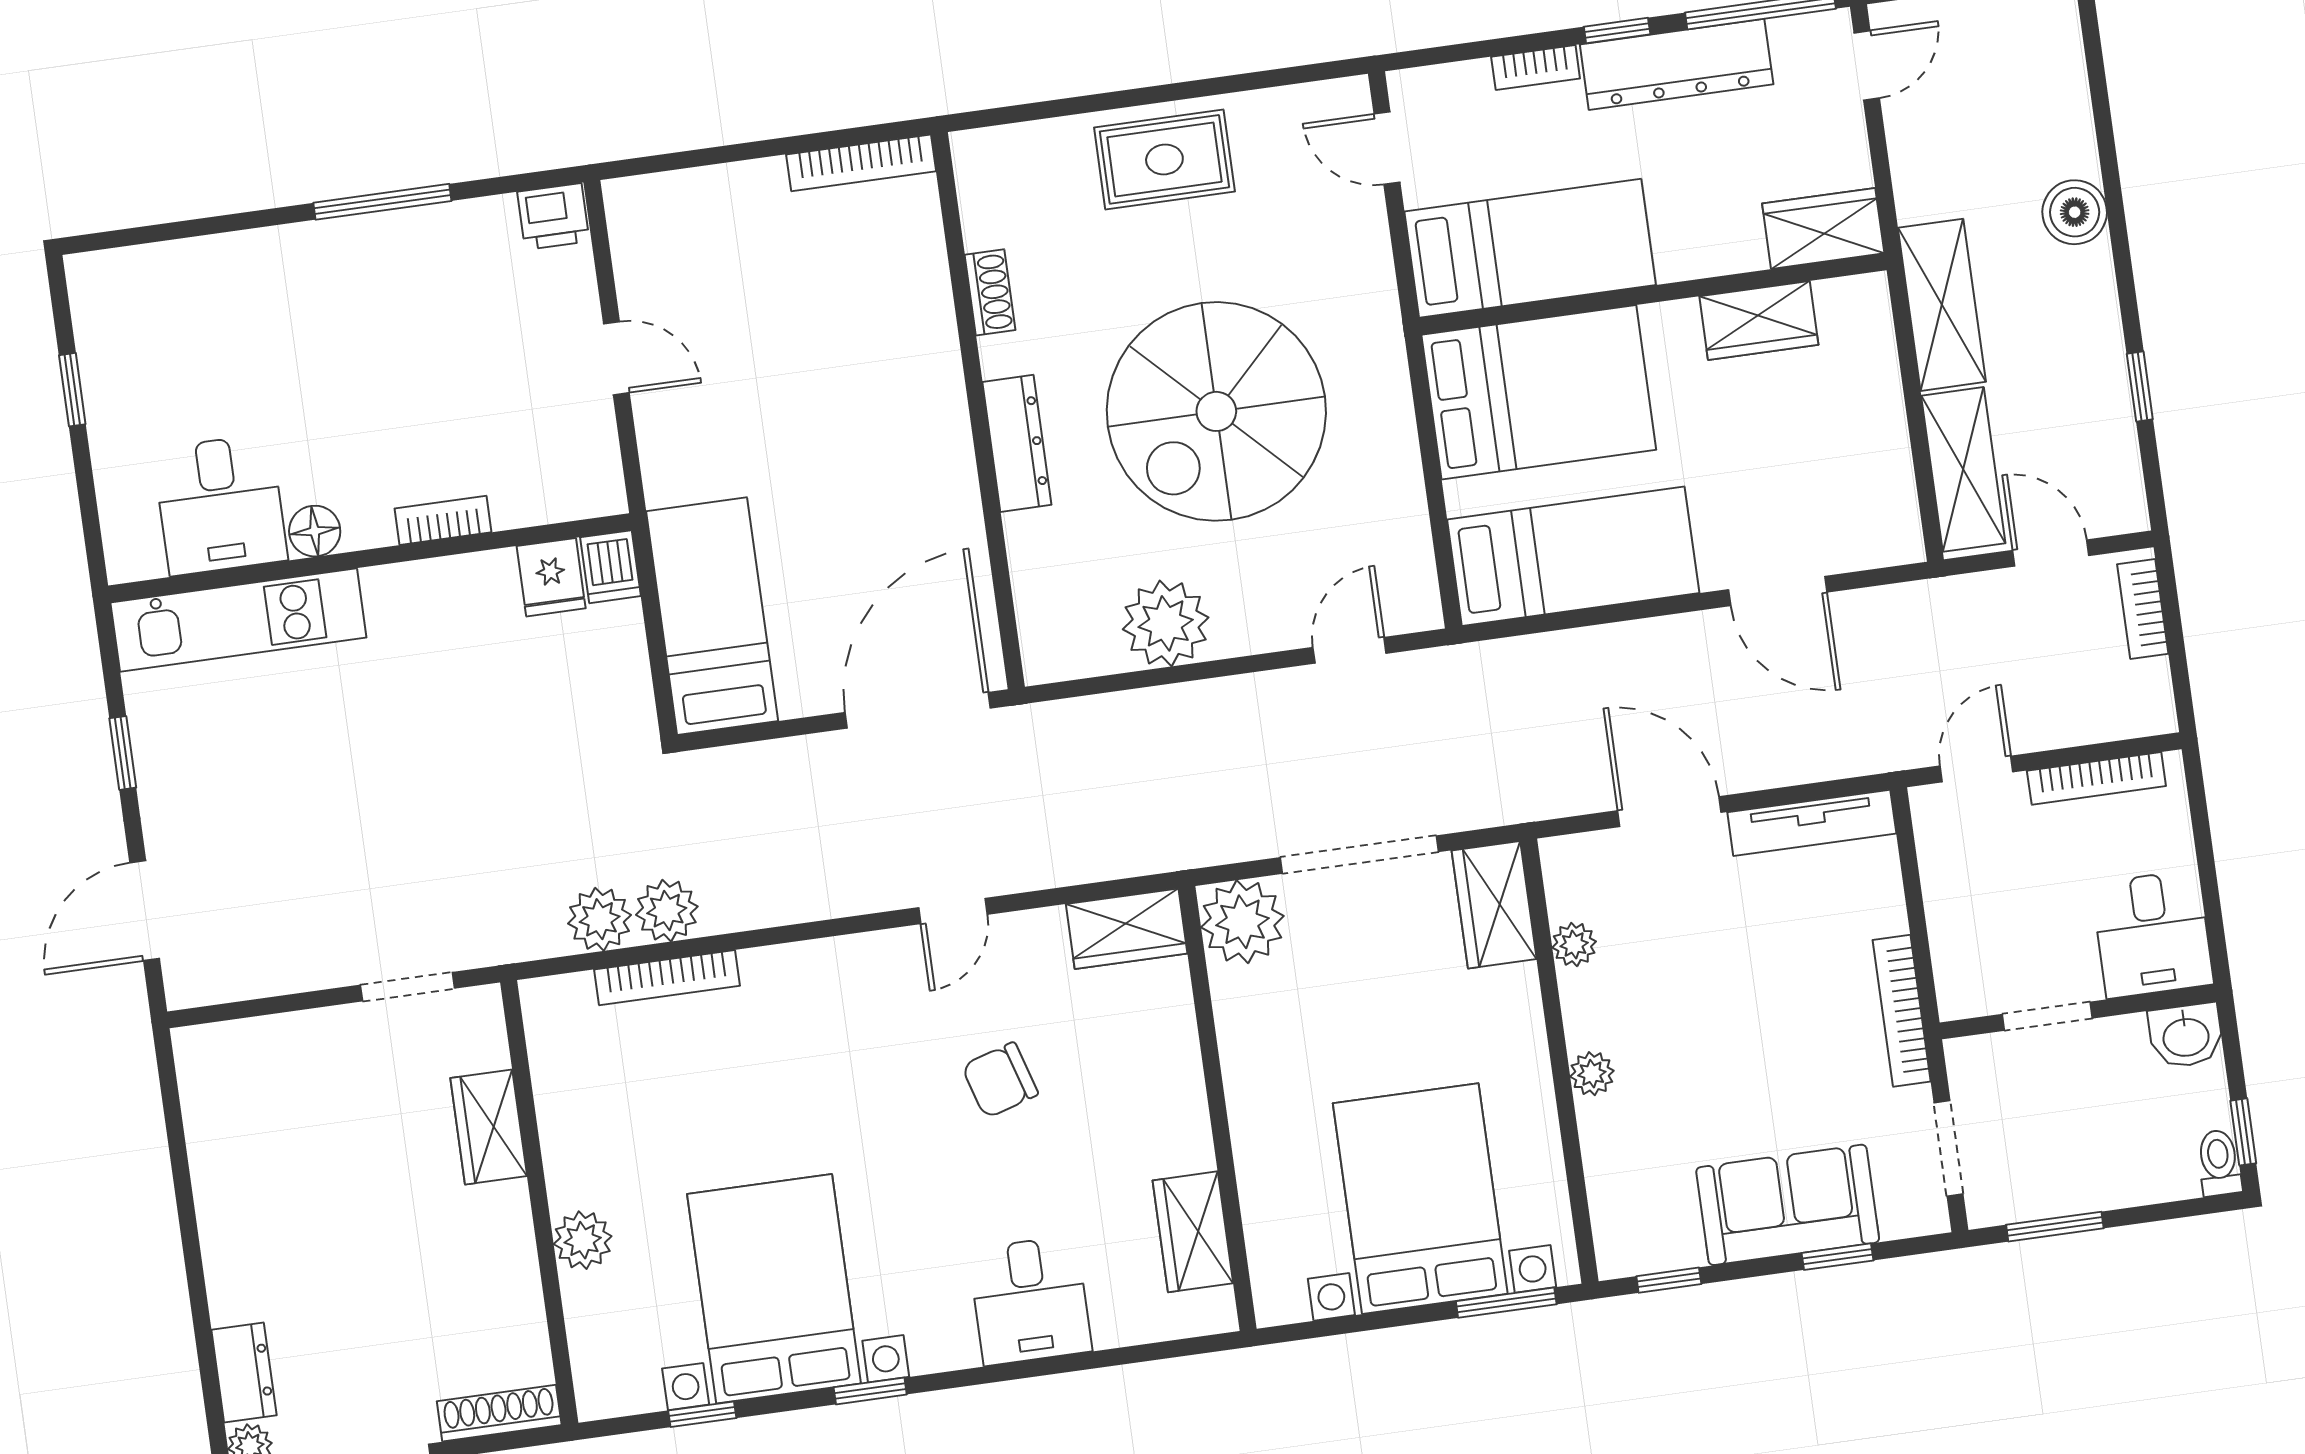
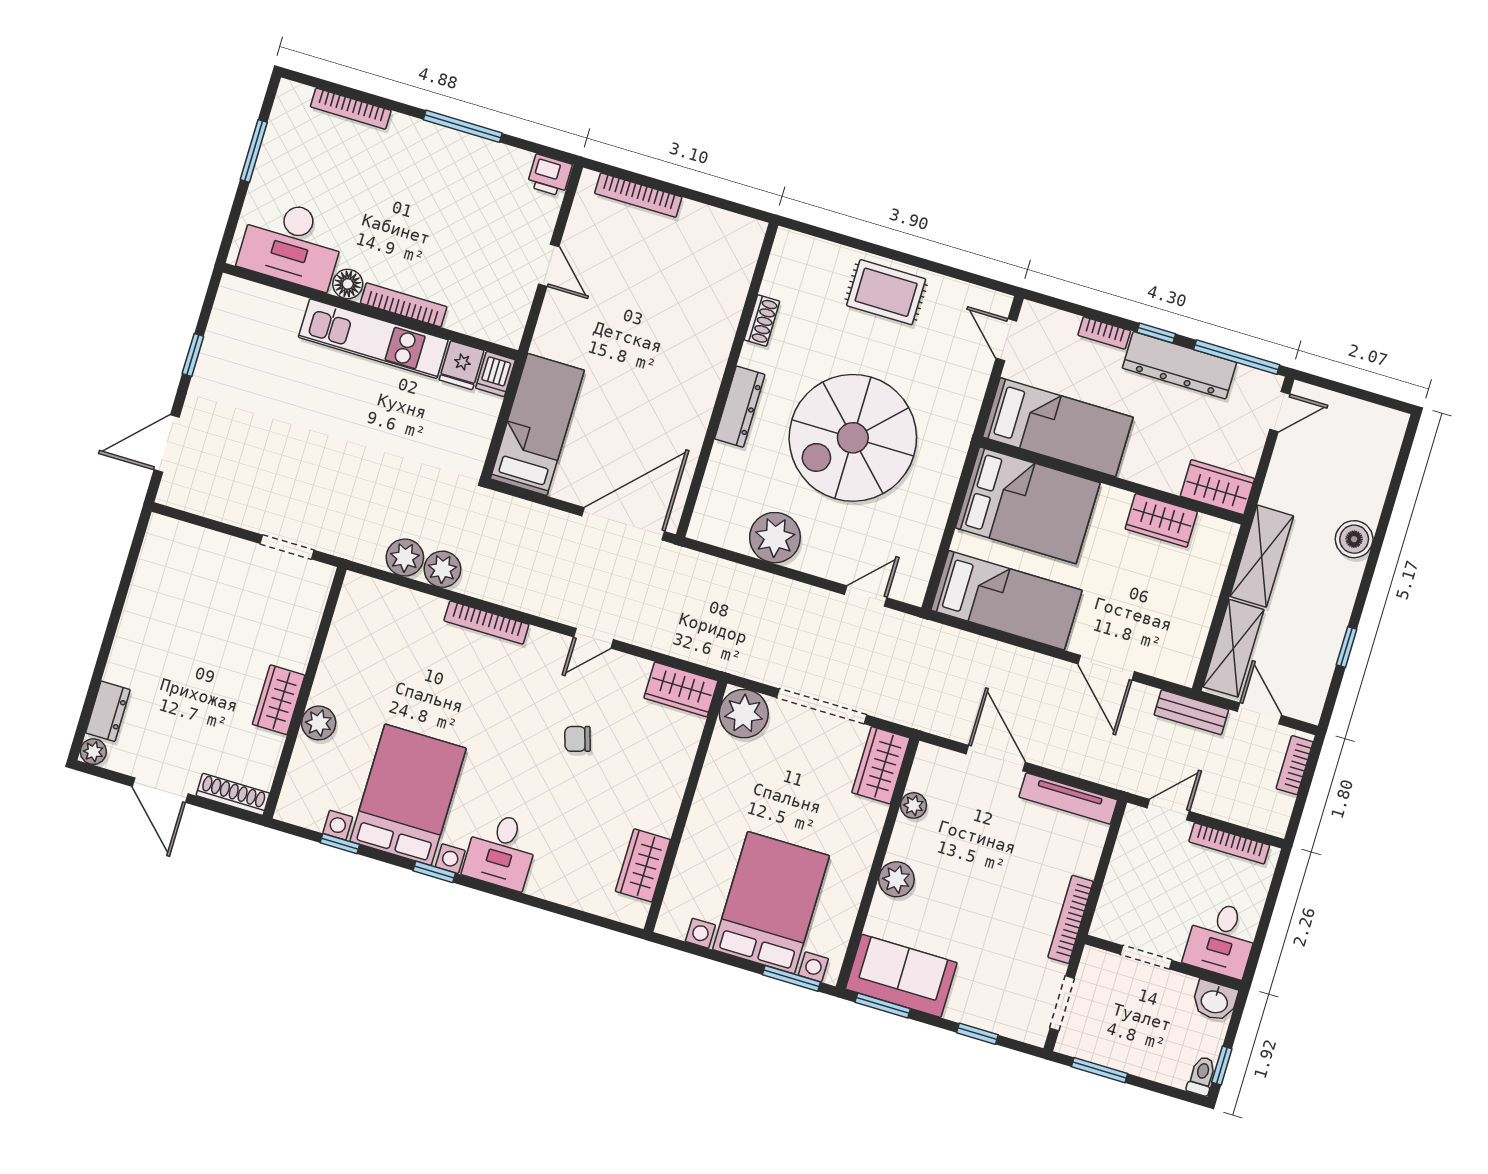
bookcase: (861, 163) -> (638, 195), moved
bookcase: (194, 254) -> (351, 109), added
window: (72, 390) -> (254, 151), width x1.50
desk: (220, 505) -> (292, 244), width x1.37
bookcase: (443, 520) -> (404, 305), width x1.56
bench: (1943, 600) -> (1191, 712), added
kitchen unit: (238, 620) -> (373, 339), moved
bookcase: (667, 978) -> (486, 623), moved
plant: (1592, 1074) -> (896, 879), width x1.38, depth x1.38
chair: (1000, 1080) -> (578, 739), width x0.73, depth x0.73
wardrobe: (489, 1127) -> (279, 700), moved
sofa: (1788, 1205) -> (901, 976), moved
window: (1669, 1280) -> (883, 1006), width x1.50
desk: (1030, 1300) -> (501, 851), moved

